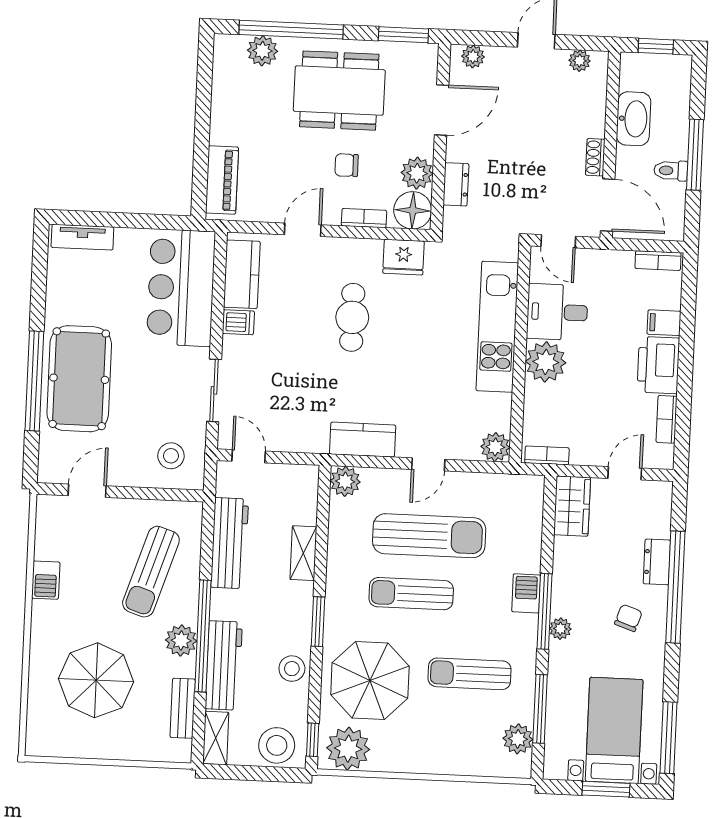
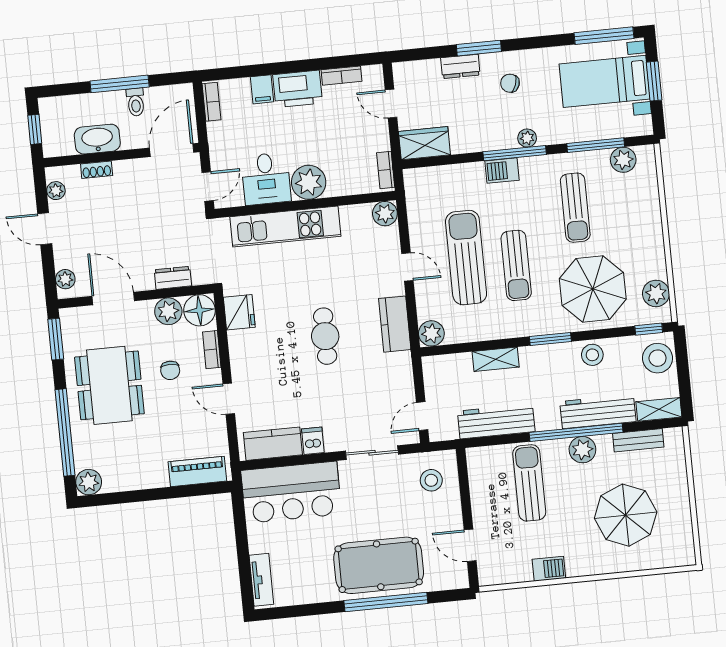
plant: (262, 51) -> (89, 482), moved
shoe rack: (595, 157) -> (97, 170), moved
cafe table: (352, 317) -> (325, 336), moved, turned 90
sun lounger: (151, 572) -> (529, 483), turned -108
window: (675, 587) -> (479, 48), width x0.47
plant: (348, 749) -> (656, 293), width x0.73, depth x0.73

